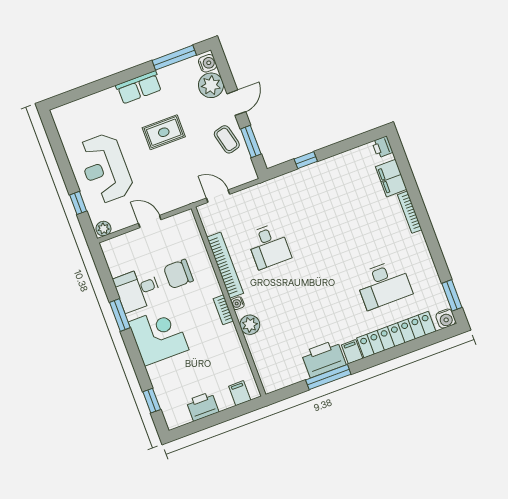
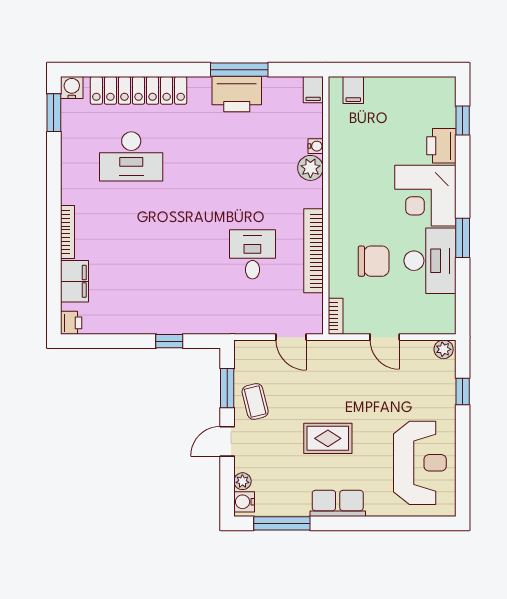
plant: (211, 85) -> (242, 481), width x0.53, depth x0.53
reception desk: (105, 168) -> (420, 463), moved
desk: (384, 284) -> (131, 156), turned 180
desk: (137, 290) -> (430, 261), width x1.37
water cooler: (238, 303) -> (316, 146), moved
bookcase: (223, 310) -> (336, 316), moved
filing cabinet: (352, 352) -> (313, 90), moved
printer: (203, 406) -> (441, 146), moved, turned 90

